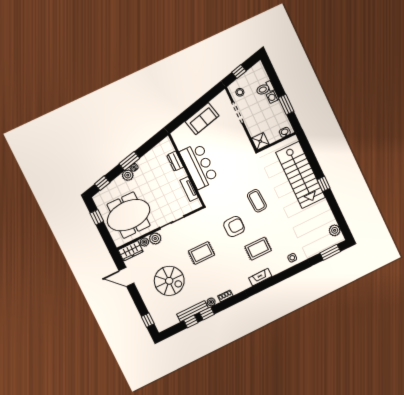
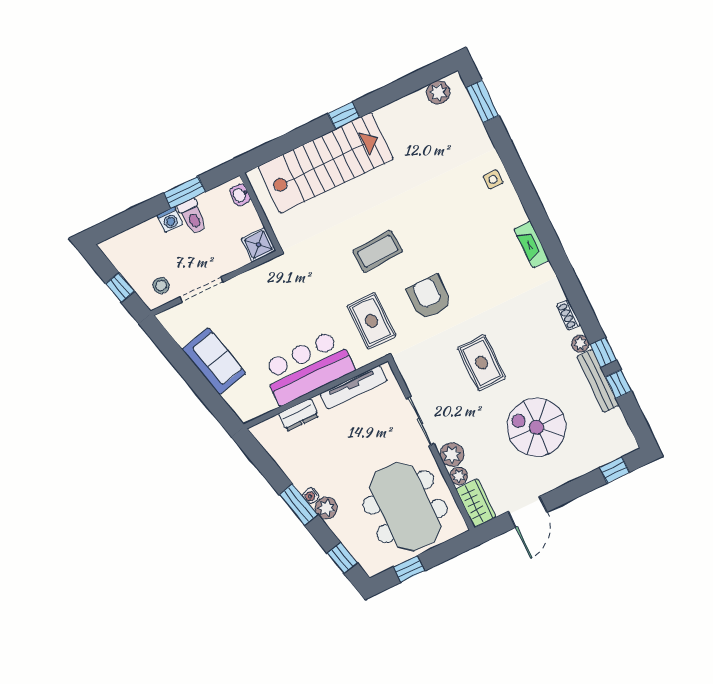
toilet: (265, 89) -> (192, 216), moved
tv unit: (189, 189) -> (354, 387), width x1.41
rug: (258, 249) -> (371, 321), moved
spiral stairs: (169, 281) -> (537, 427), turned -90

